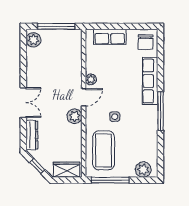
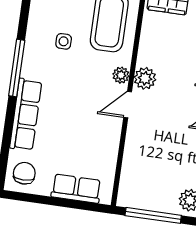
plant: (91, 79) -> (121, 75), moved
side table: (115, 117) -> (64, 41), moved

